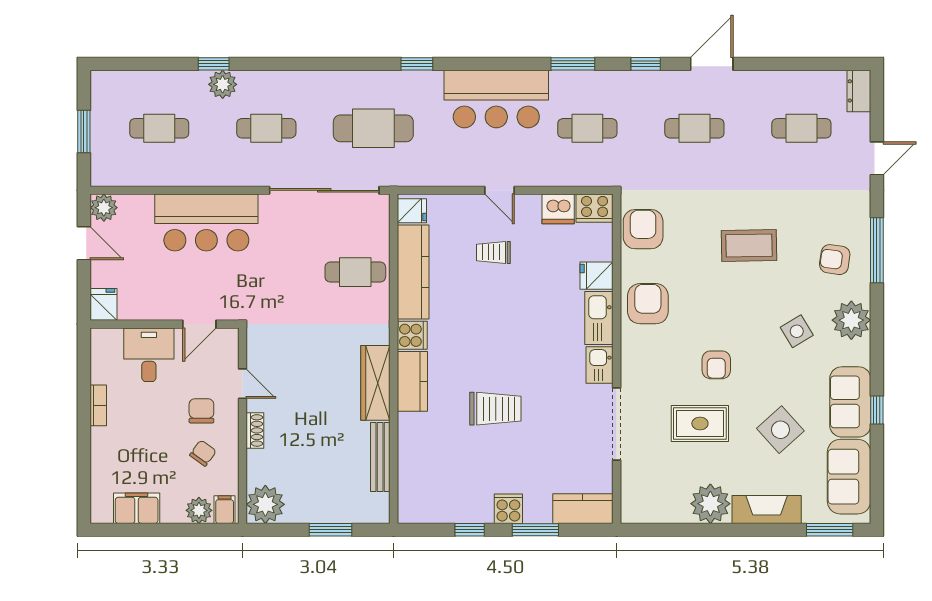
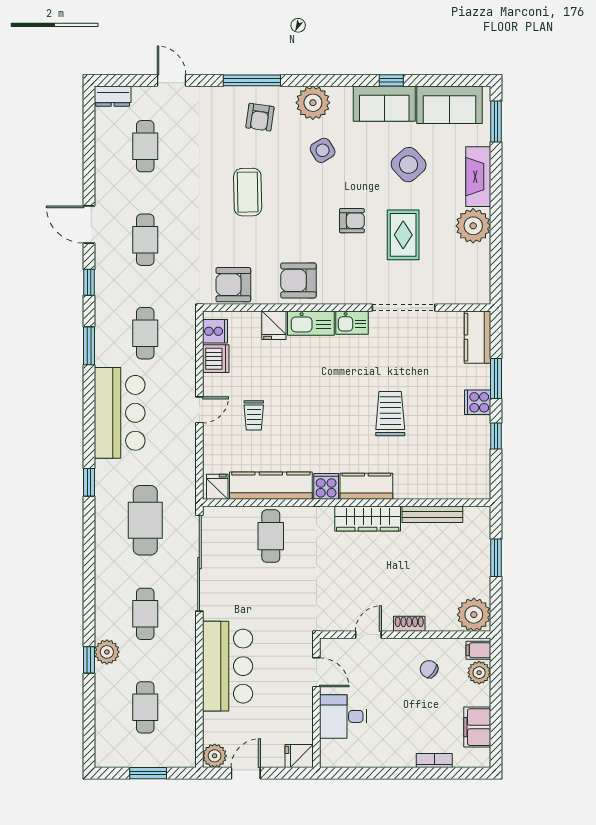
cooker: (595, 208) -> (215, 331), width x0.73
bookcase: (98, 405) -> (434, 761), moved
chair: (201, 411) -> (392, 670), removed

